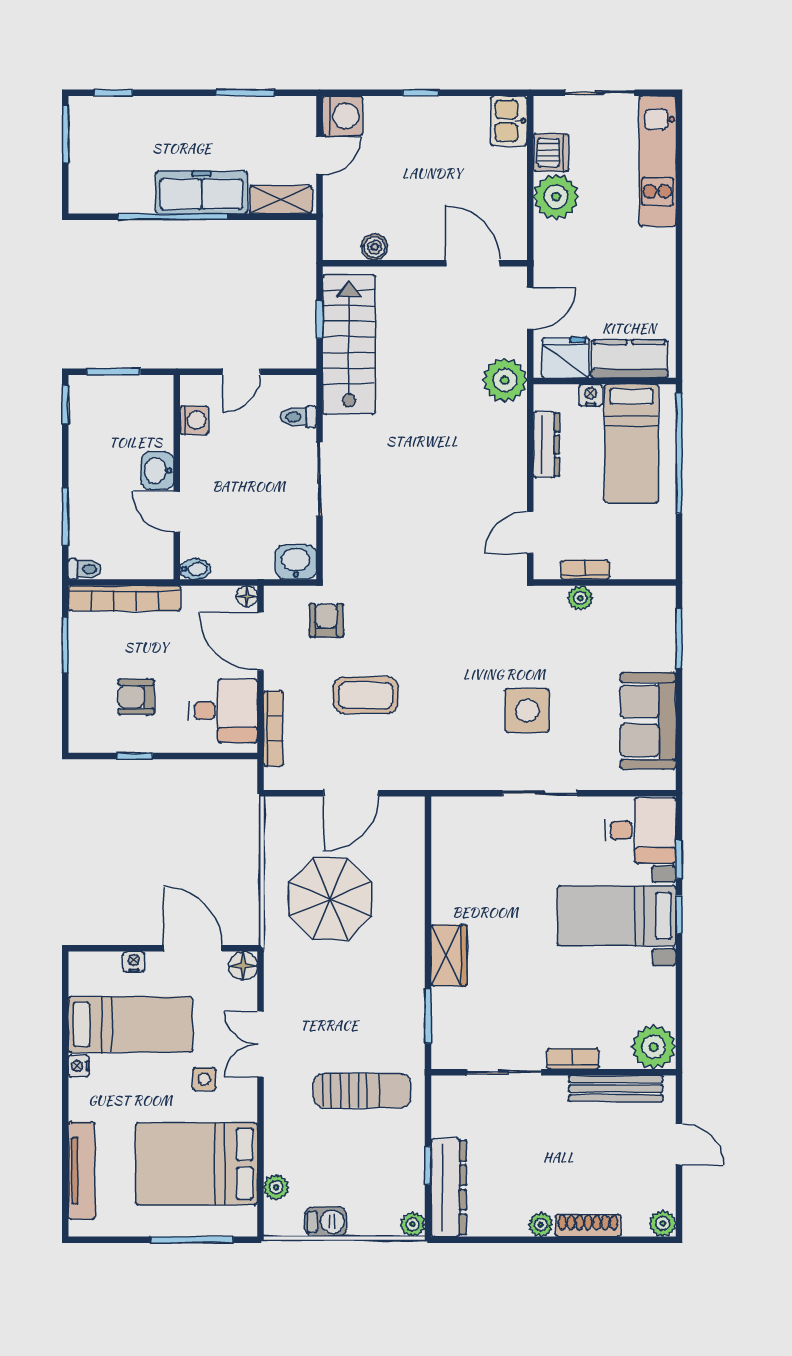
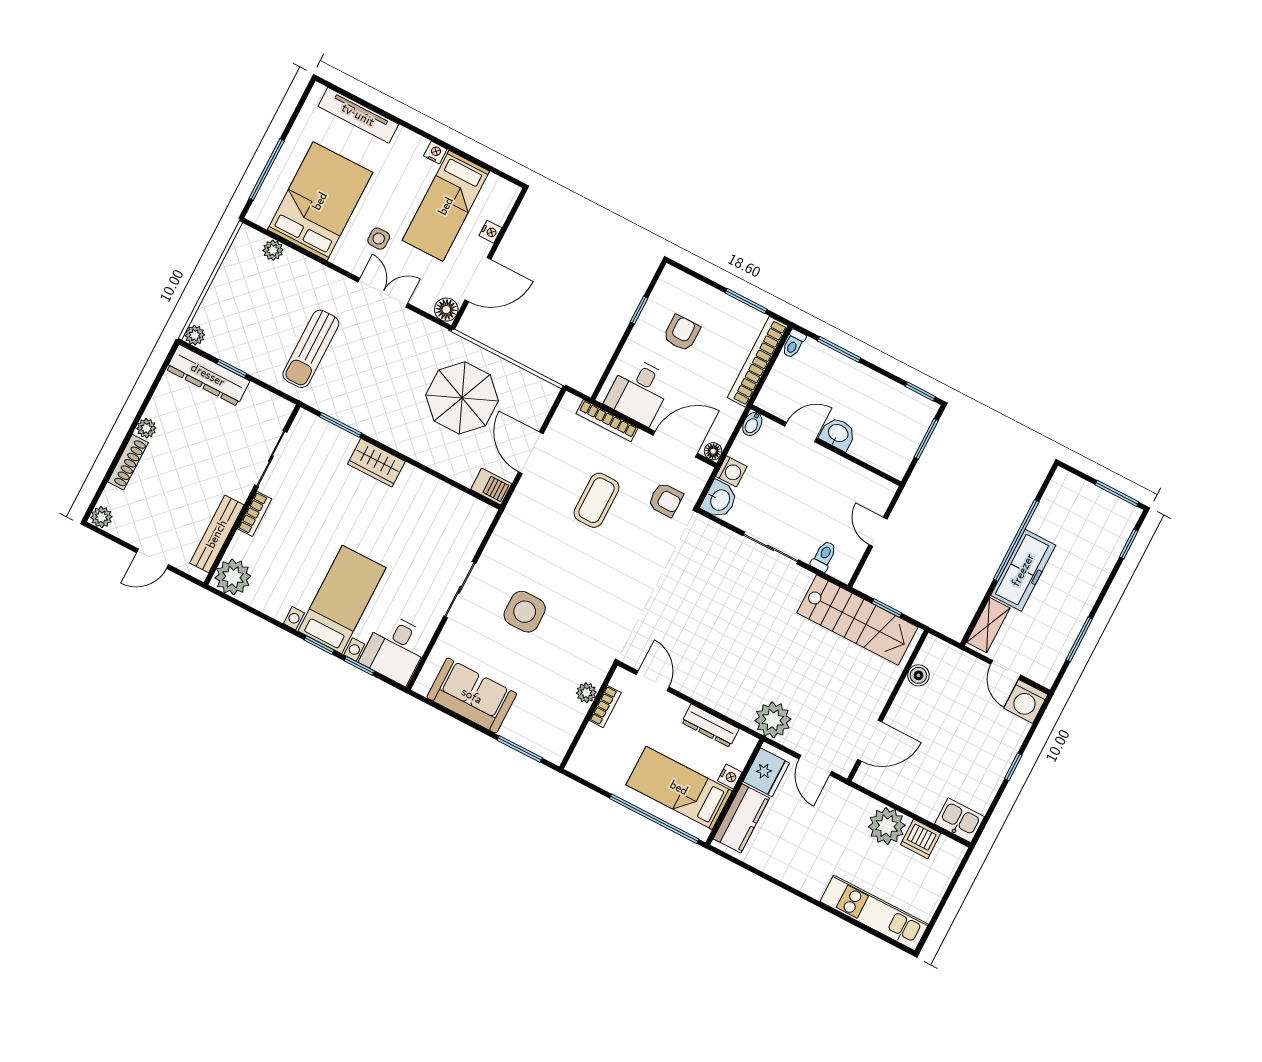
sliding door: (600, 93) -> (946, 897), removed
washing machine: (194, 420) -> (731, 471), moved, turned -90
barbecue: (326, 1222) -> (491, 487), moved, turned -90

